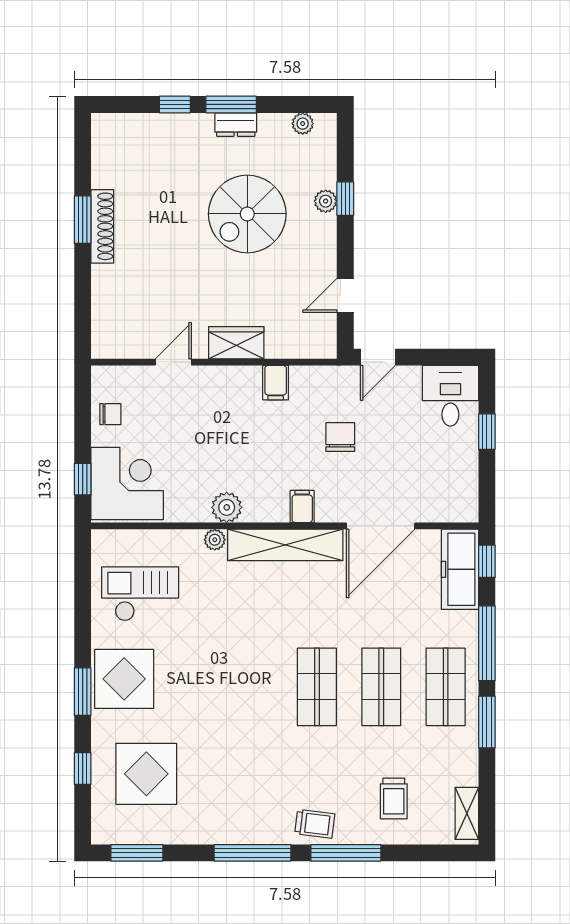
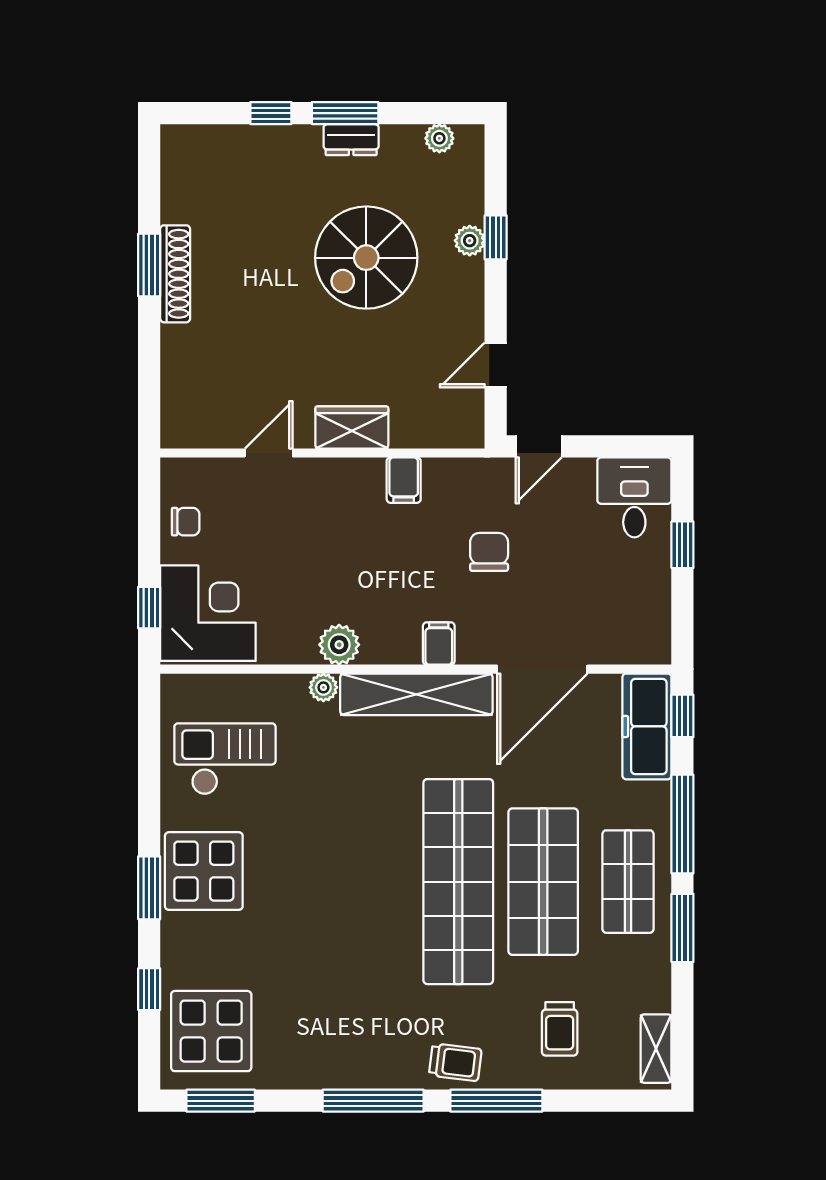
shop shelf: (317, 687) -> (458, 882), width x2.00, depth x1.36
shop shelf: (381, 687) -> (543, 882), width x1.43, depth x1.36
display table: (146, 774) -> (211, 1031), moved

